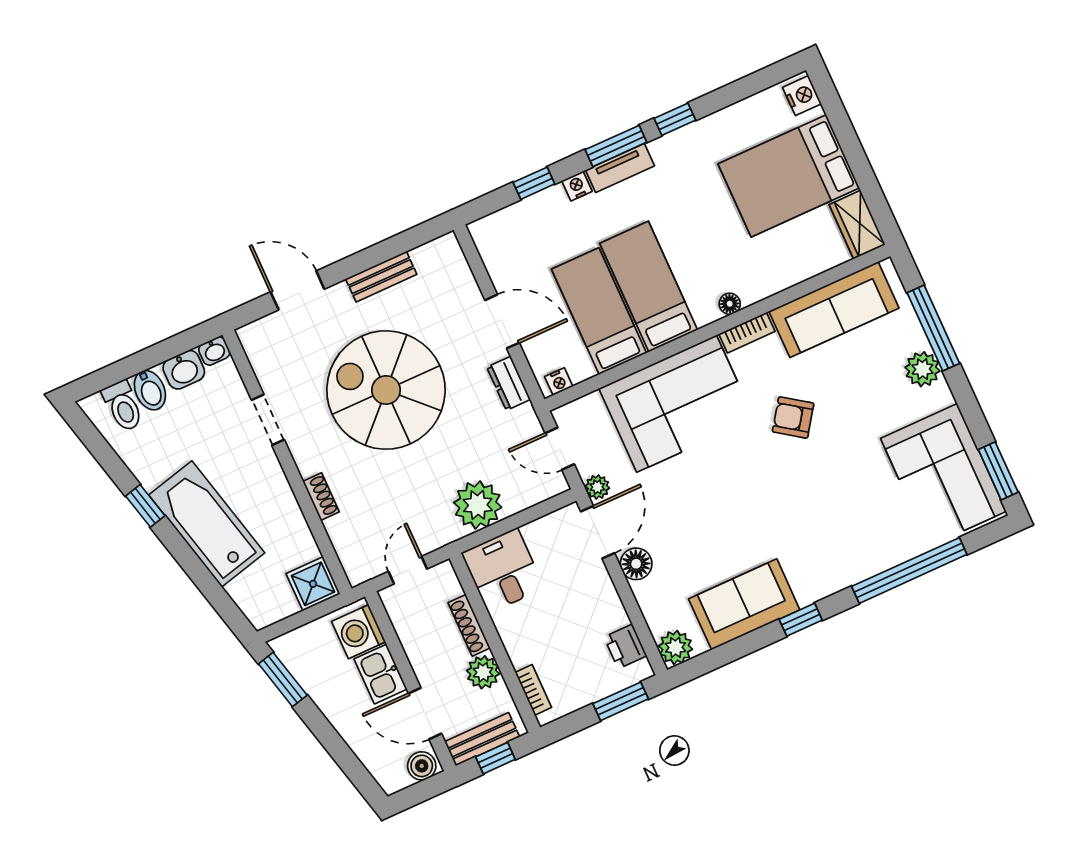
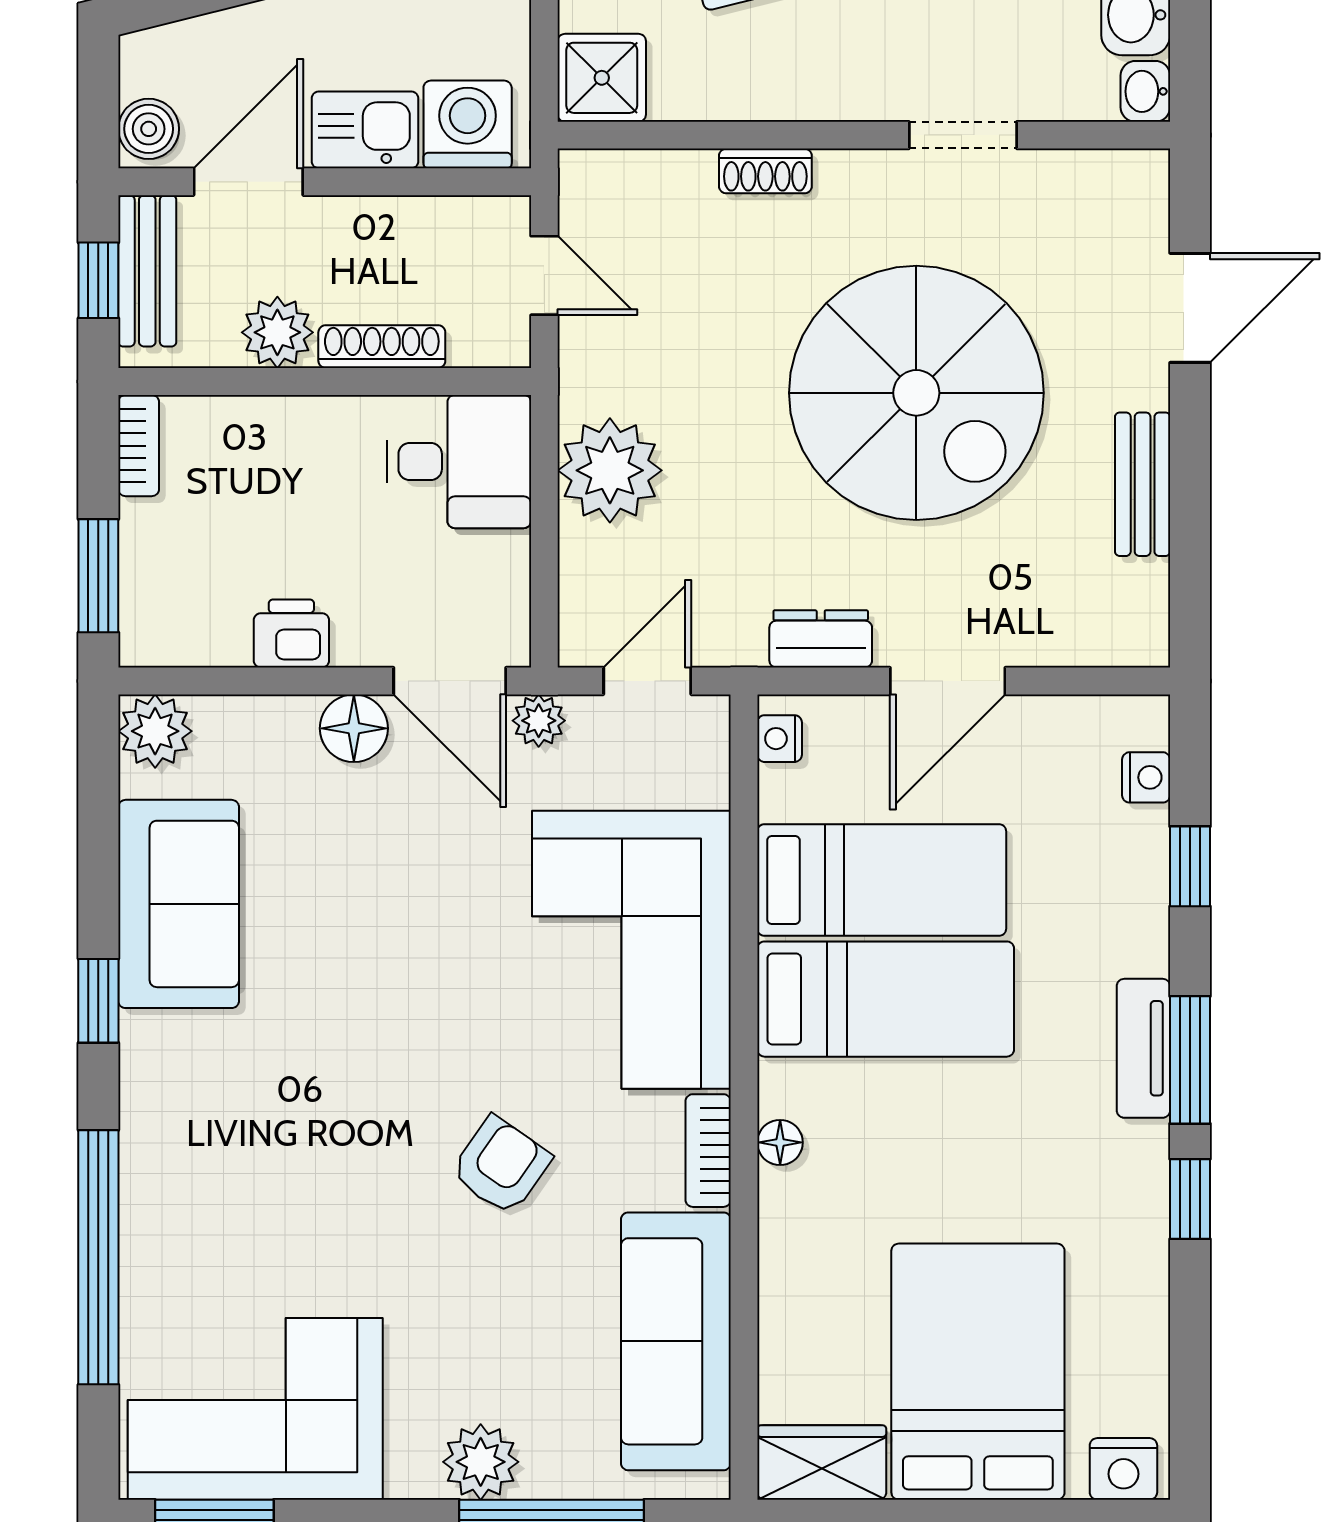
nightstand: (577, 186) -> (1146, 777), moved
spiral stairs: (386, 390) -> (916, 393), turned 90
printer: (625, 646) -> (291, 634), moved
bookcase: (533, 690) -> (139, 446), moved, turned -90

